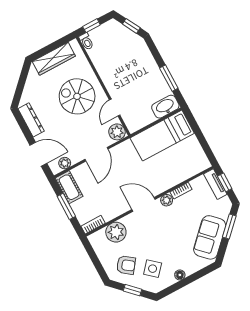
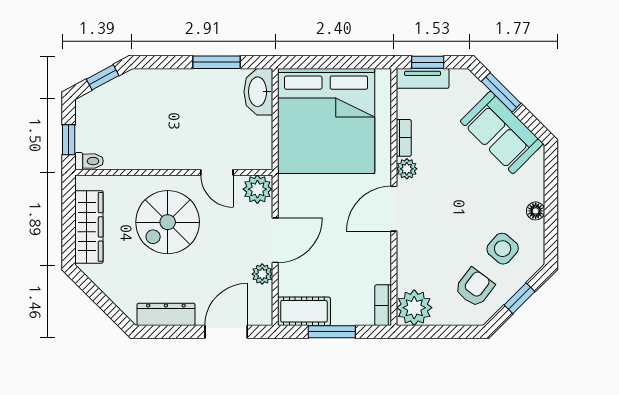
bed: (162, 136) -> (326, 121), width x2.04
door: (96, 154) -> (275, 240), hinge flipped
plant: (65, 163) -> (262, 274), moved
plant: (116, 232) -> (414, 308), moved

